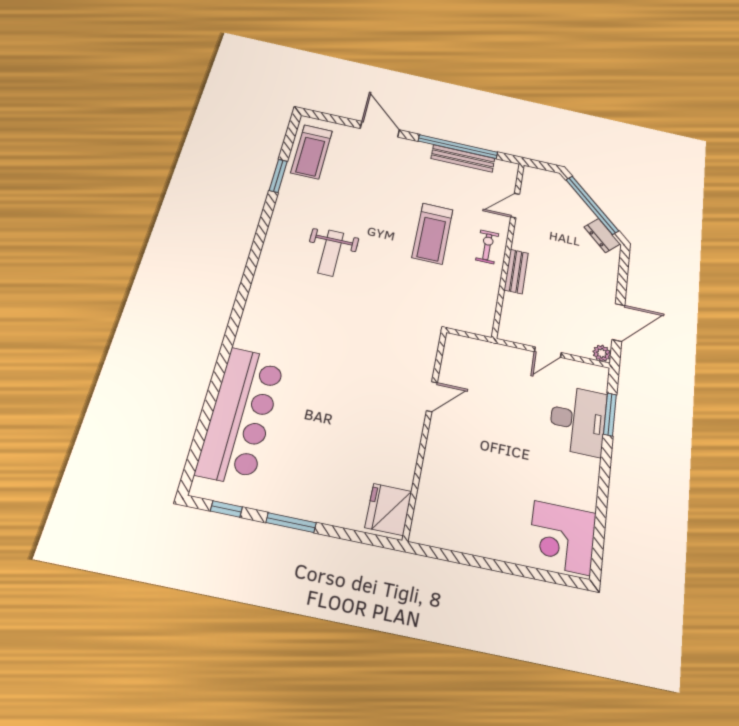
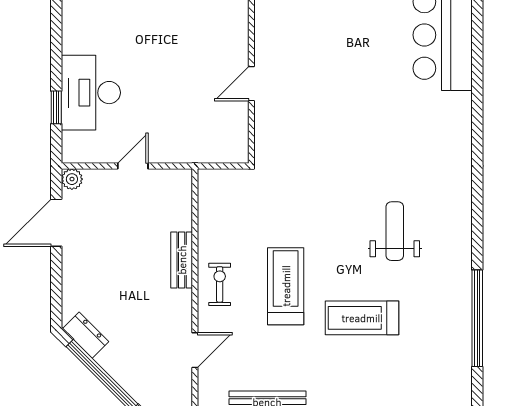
treadmill: (312, 152) -> (362, 318), moved, turned -90
window: (278, 176) -> (477, 318), width x2.11
exercise bike: (487, 247) -> (220, 284), turned 180
window: (610, 414) -> (56, 107), width x0.67

